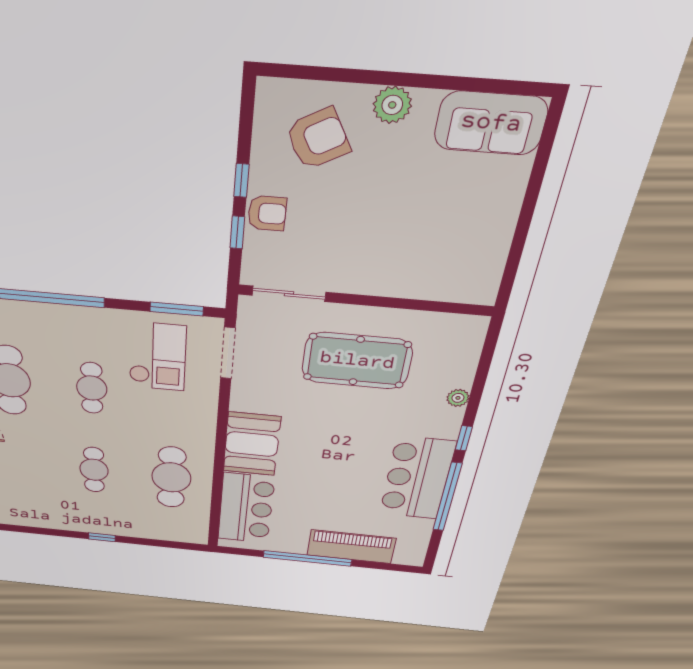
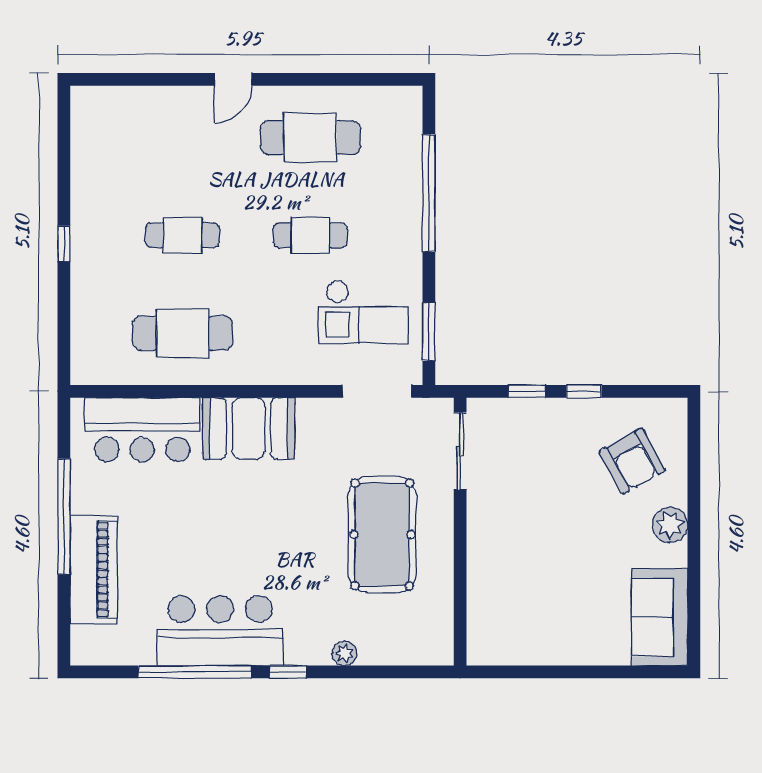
armchair: (267, 213) -> (551, 420), removed

